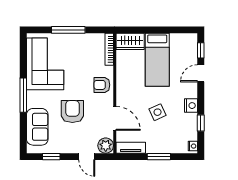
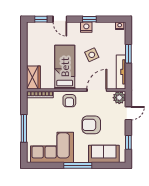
bed: (157, 60) -> (65, 67), moved, turned -90
window: (201, 123) -> (89, 19), moved
tv unit: (131, 148) -> (121, 72), width x1.41

